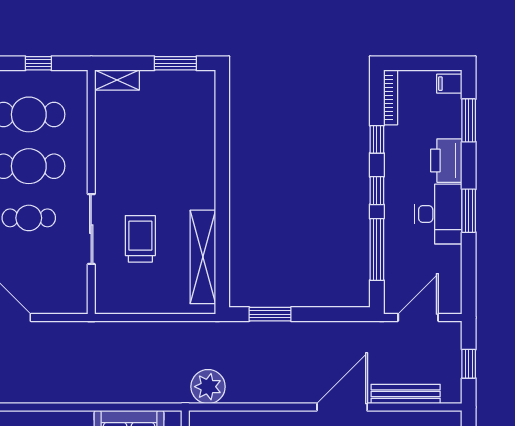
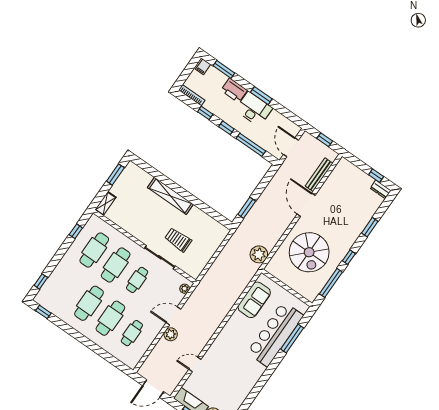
shelving: (203, 257) -> (170, 196), moved
plant: (68, 305) -> (185, 289), added

